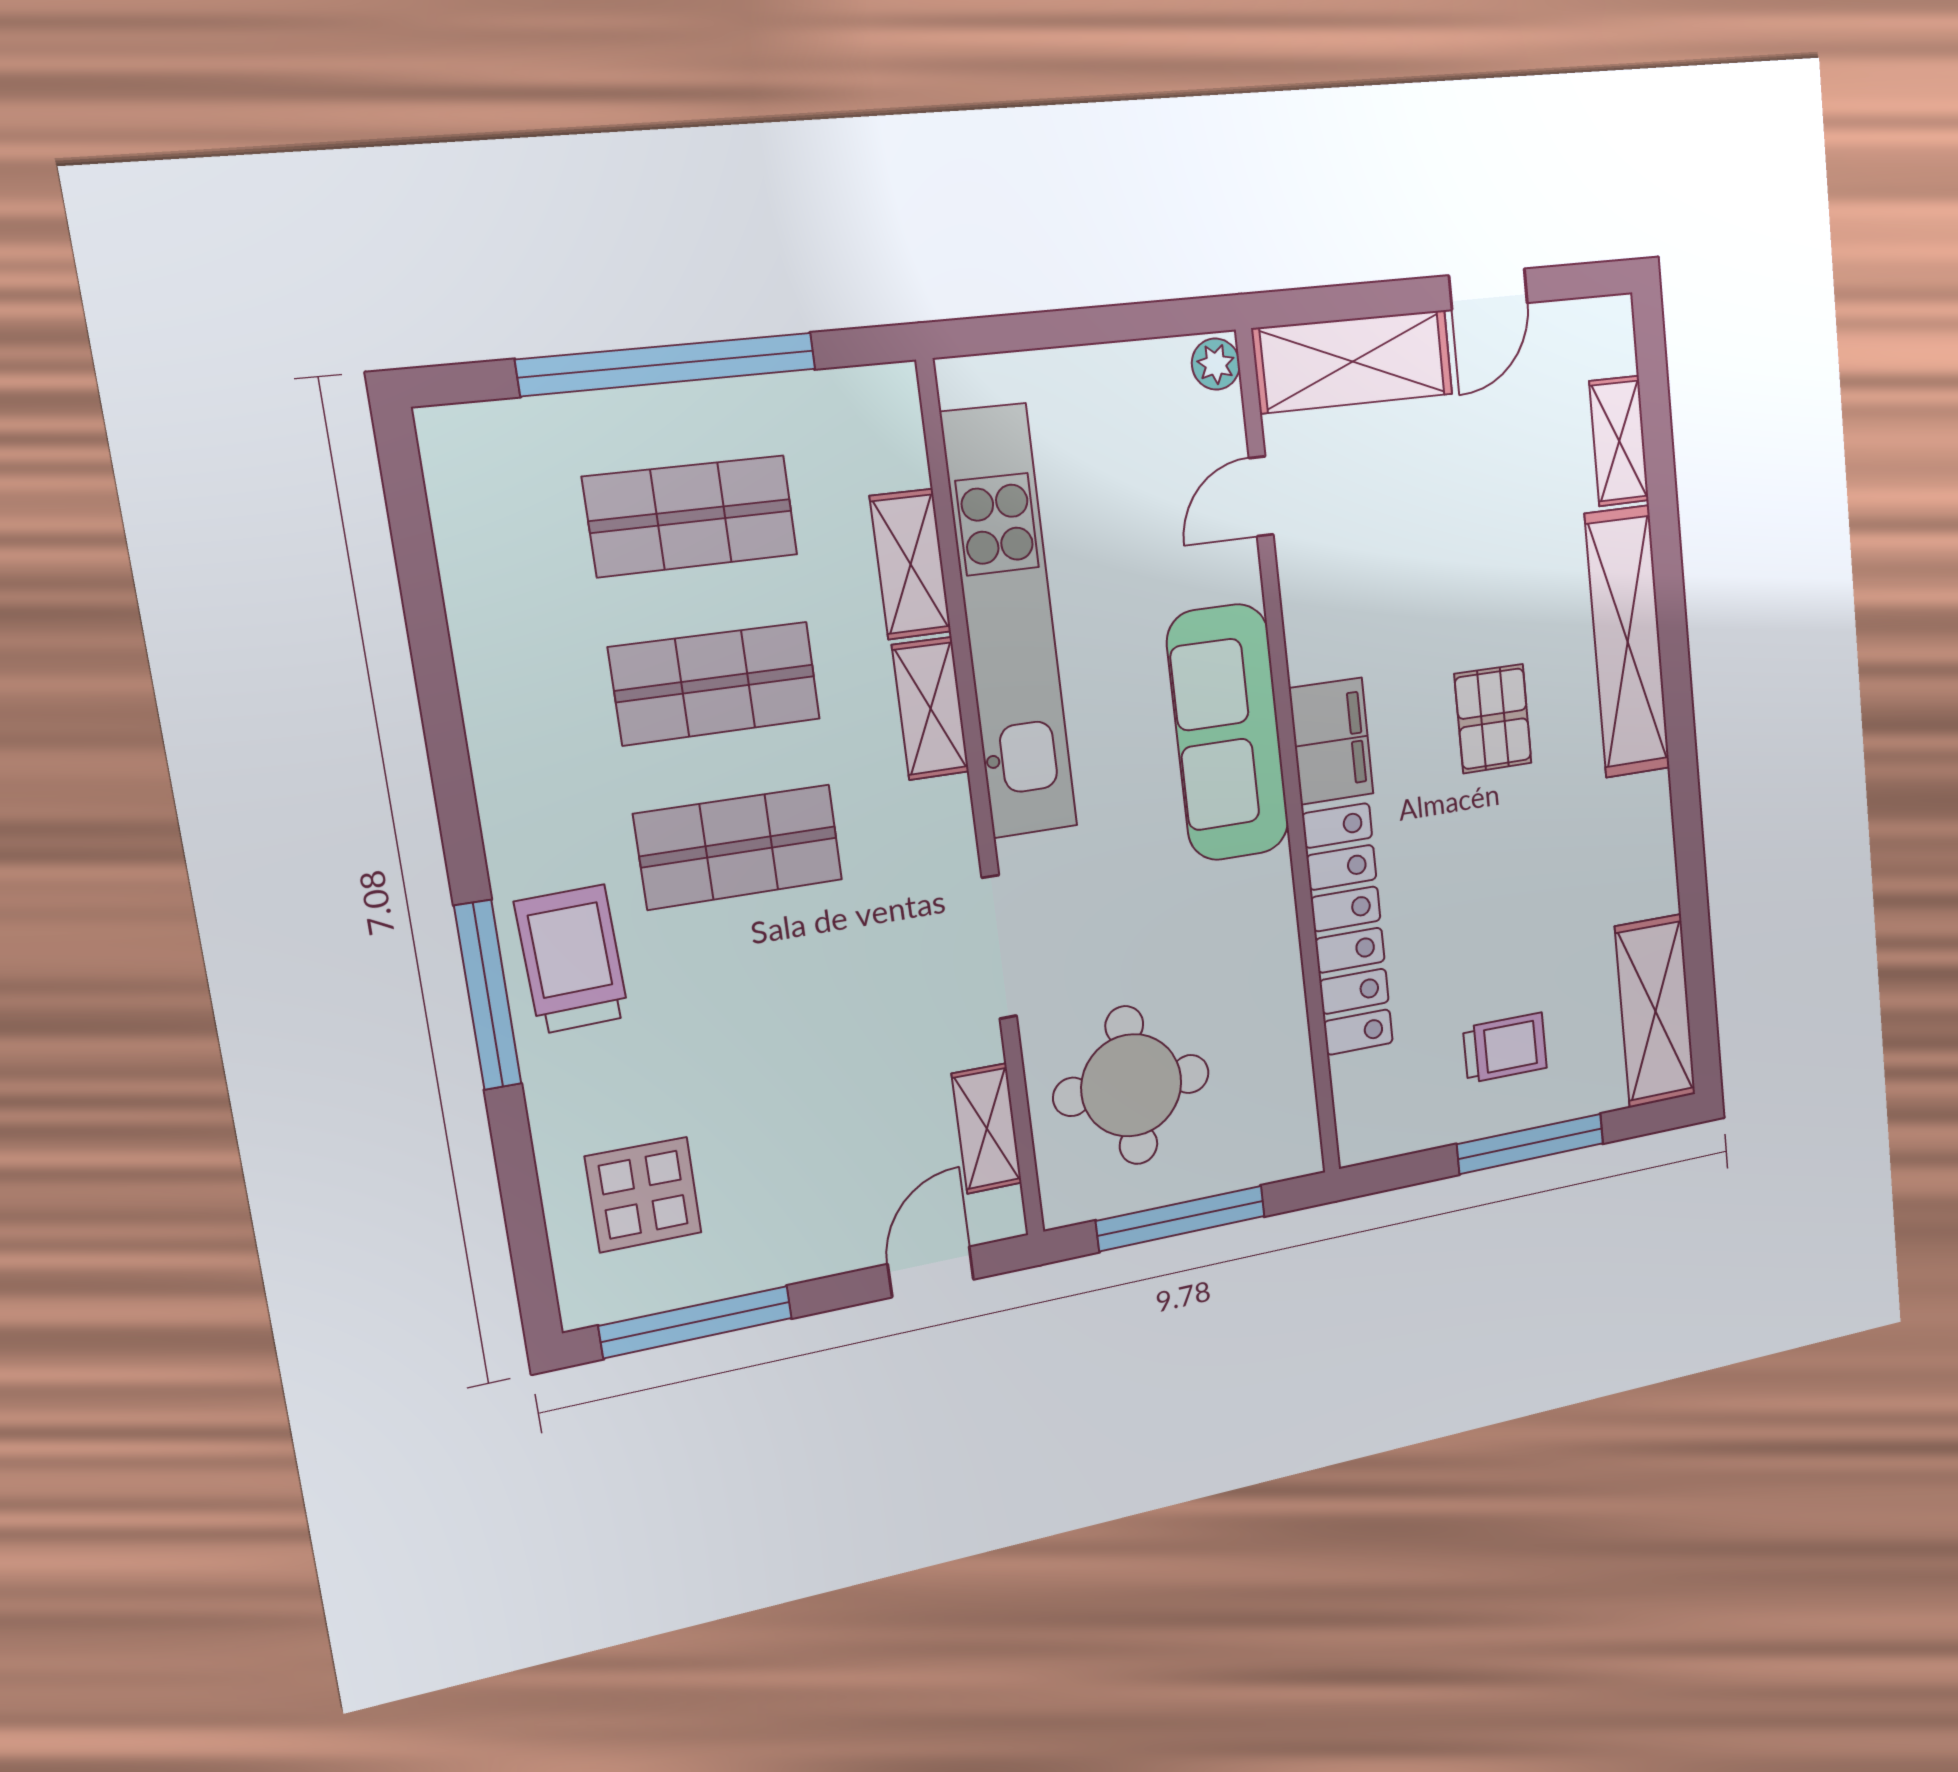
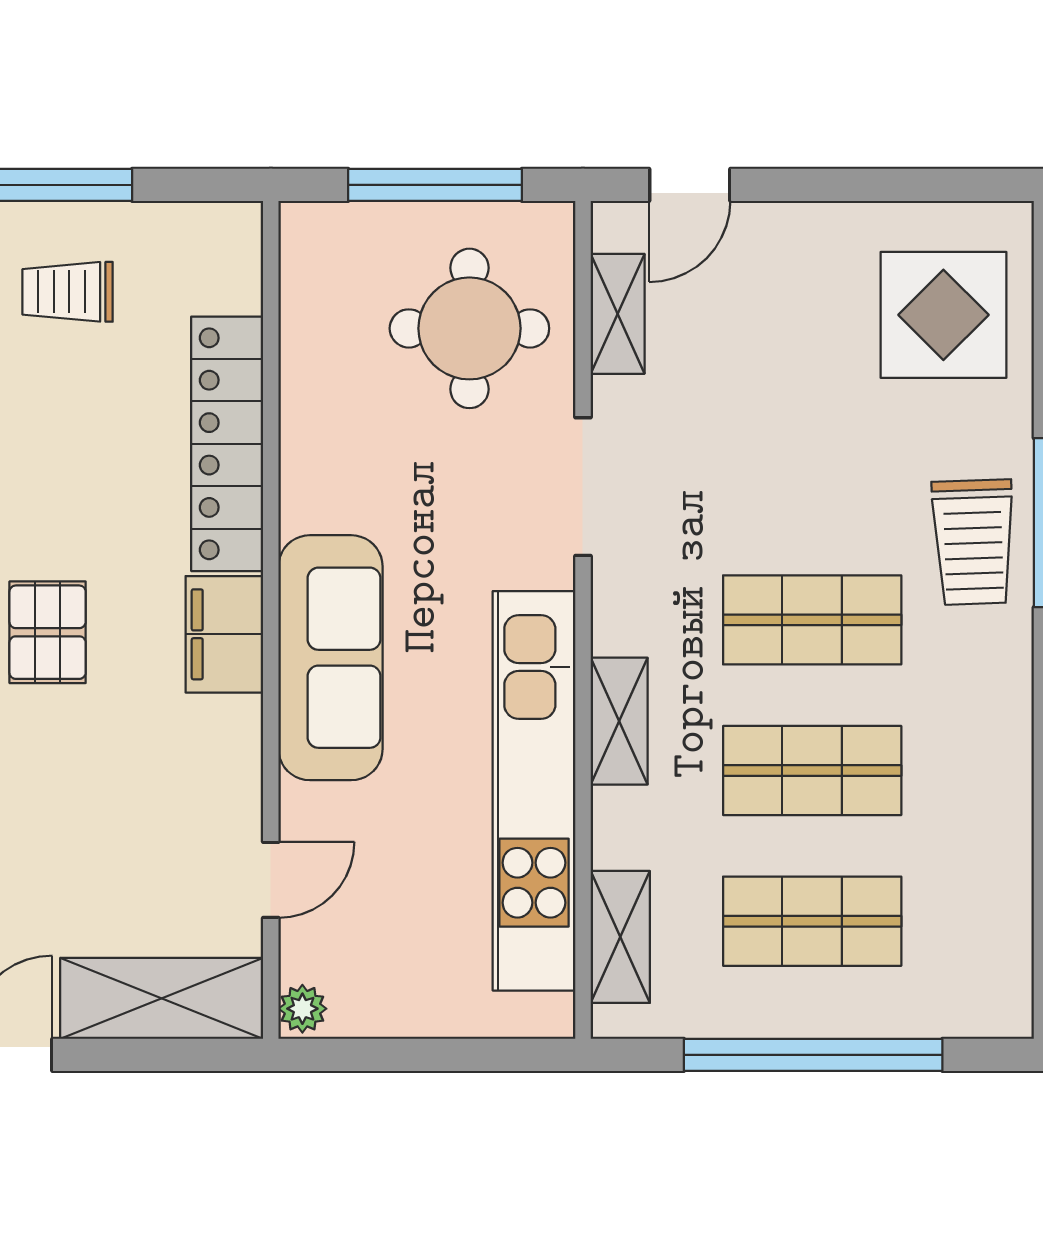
shelving: (910, 564) -> (620, 937), moved
display table: (643, 1195) -> (943, 315), width x1.36, depth x1.36
window: (696, 1322) -> (914, 185), removed

